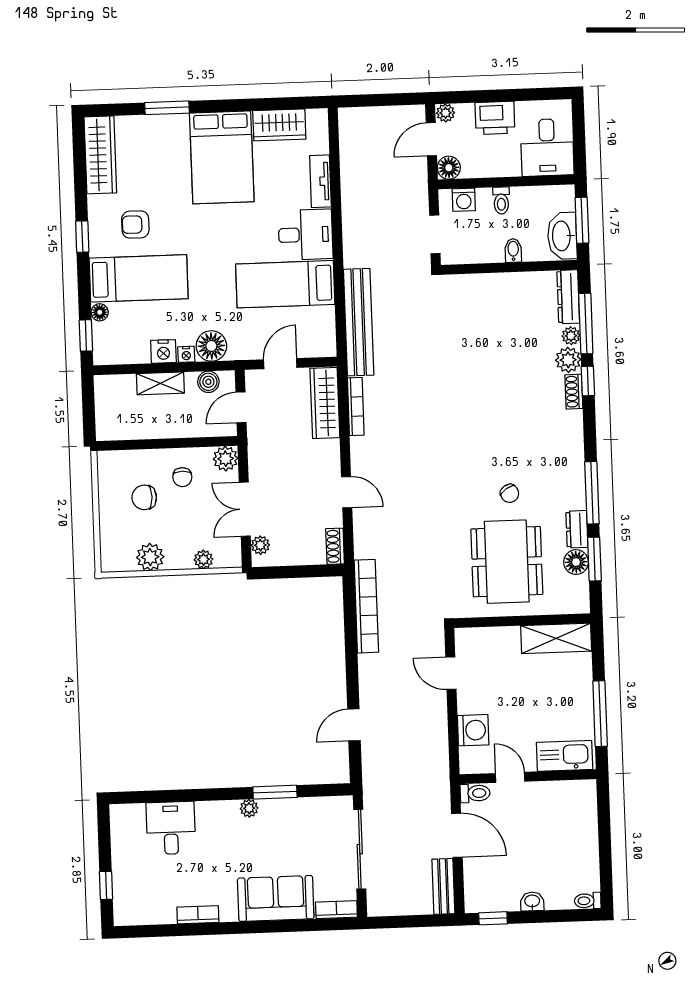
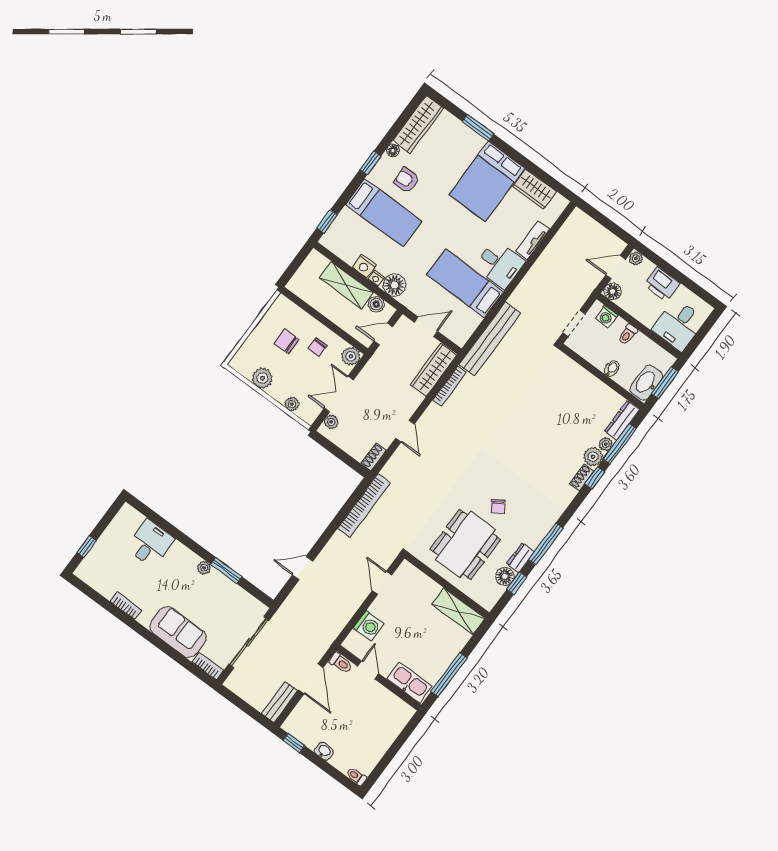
floor lamp: (100, 312) -> (393, 151), moved
shelving: (160, 383) -> (346, 285), width x1.50, depth x1.33
window: (594, 559) -> (517, 583), width x0.67

